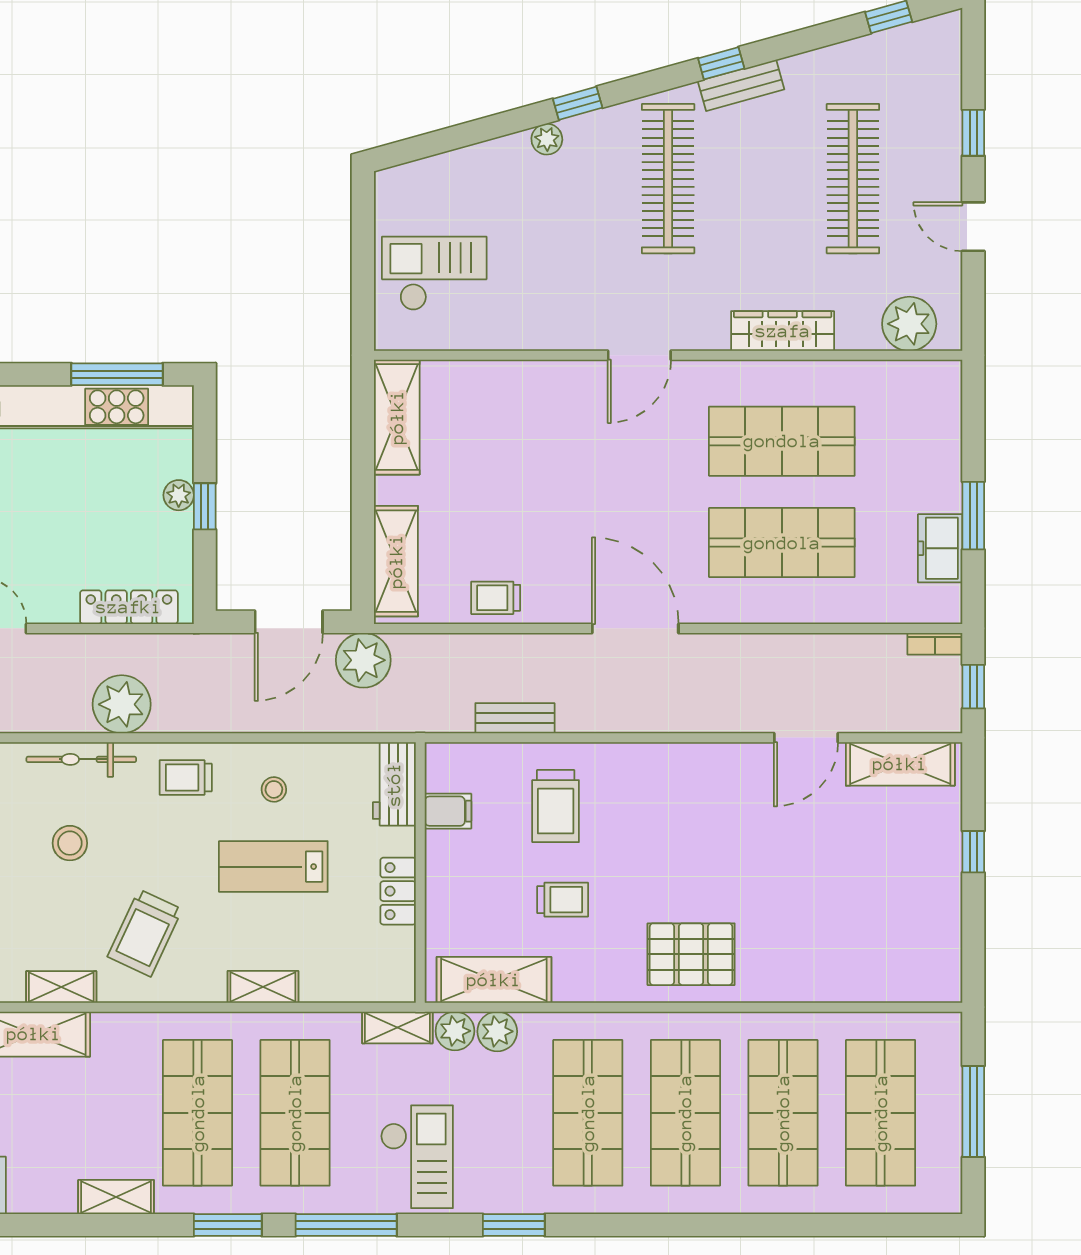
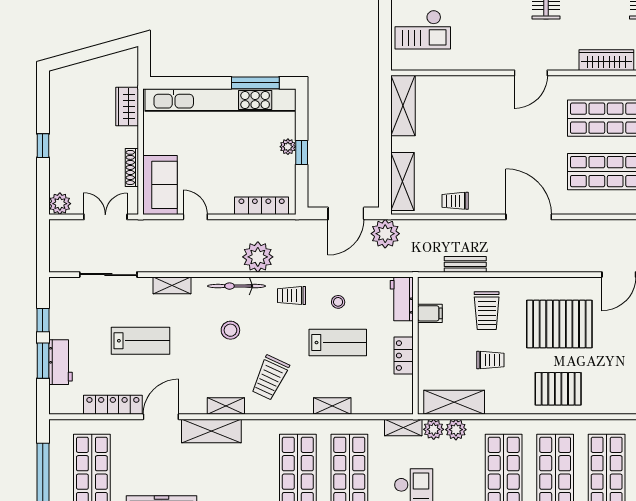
checkout: (434, 273) -> (423, 30), turned 180
pallet: (693, 831) -> (559, 324), added
lab bench: (273, 867) -> (338, 343), turned 180

